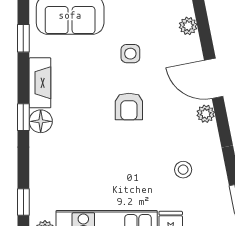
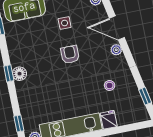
fireplace: (40, 83) -> (14, 51), removed
armchair: (129, 107) -> (70, 55), turned 180

